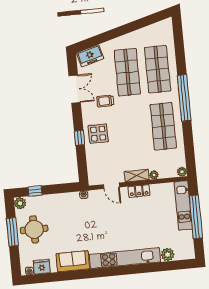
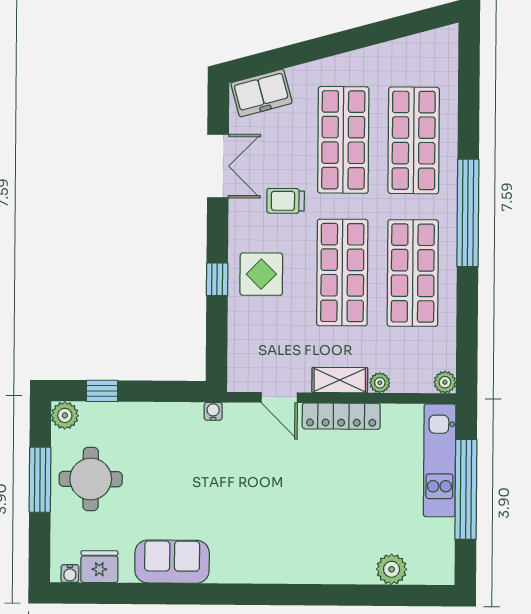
shop shelf: (133, 129) -> (342, 273), added
locker: (139, 191) -> (341, 416), width x1.53
kitchen unit: (125, 258) -> (293, 567), removed

